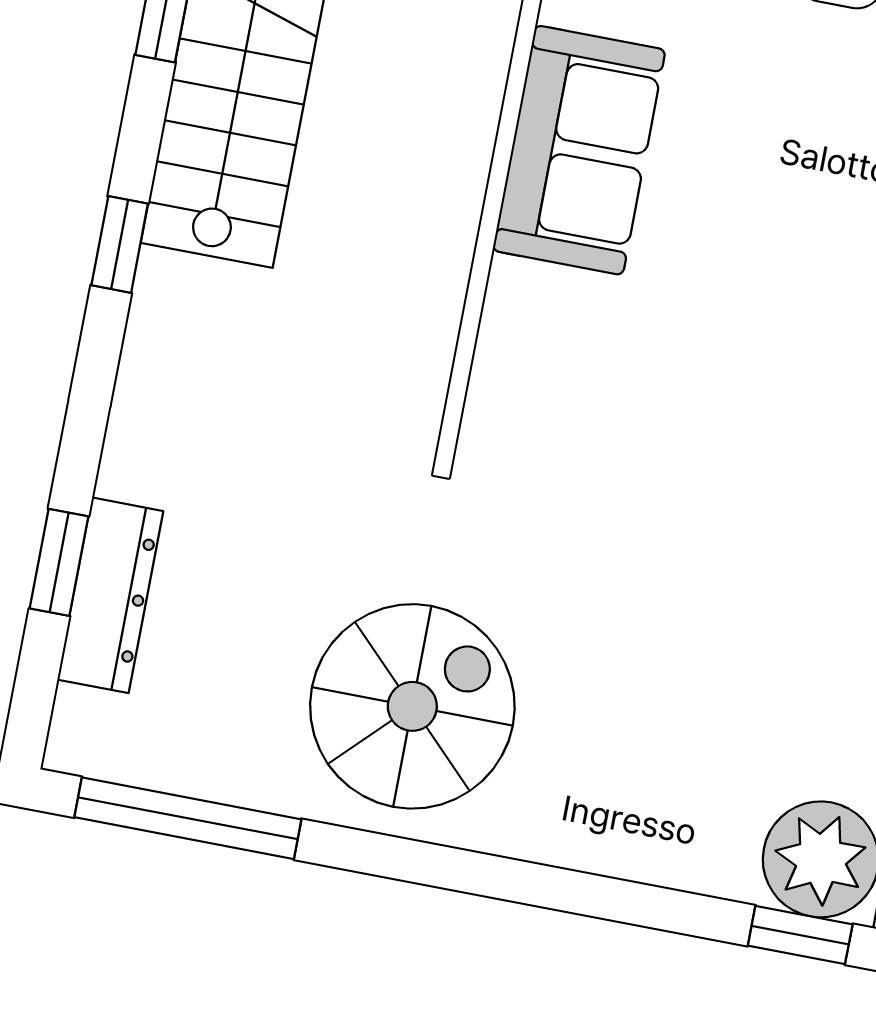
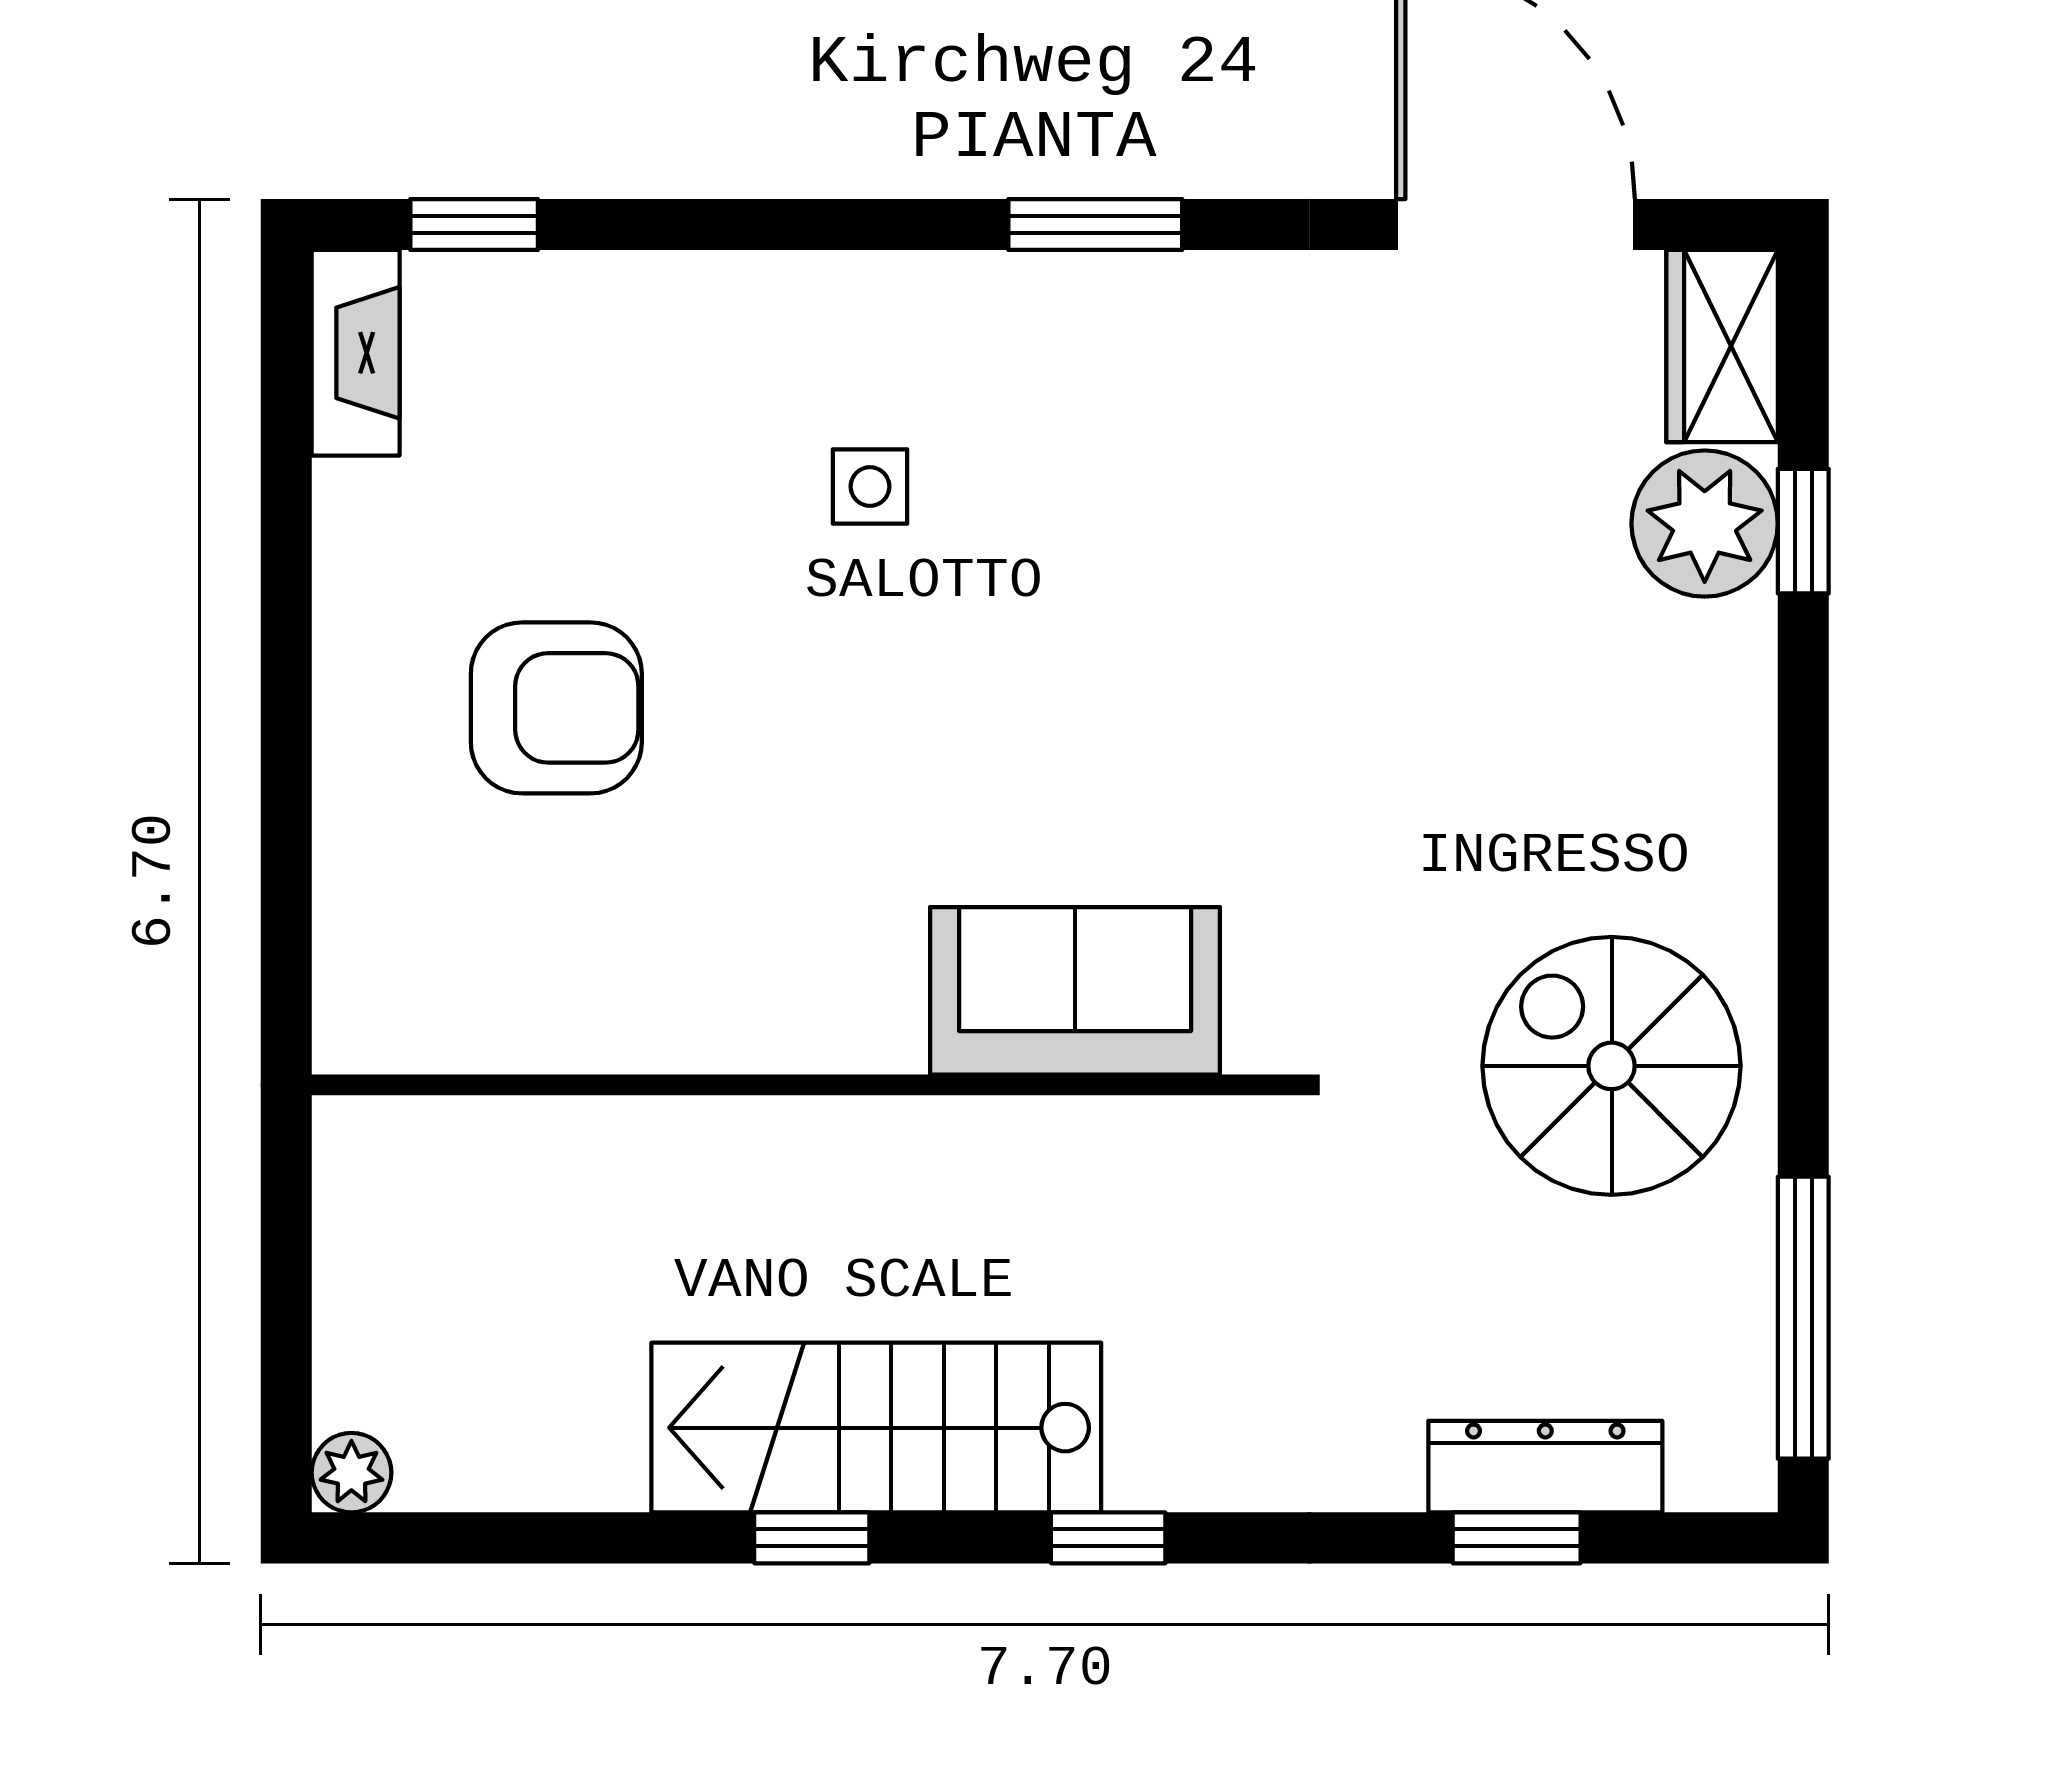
sofa: (579, 150) -> (1075, 991), moved

